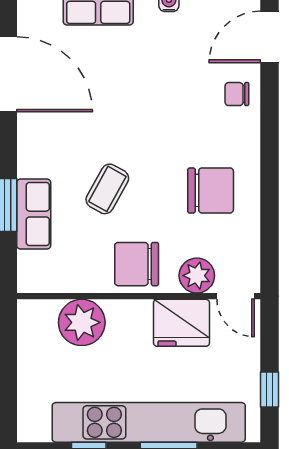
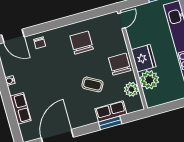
chair: (137, 264) -> (120, 64), turned 180
plant: (197, 276) -> (132, 89), moved
fridge: (181, 323) -> (143, 58), moved

